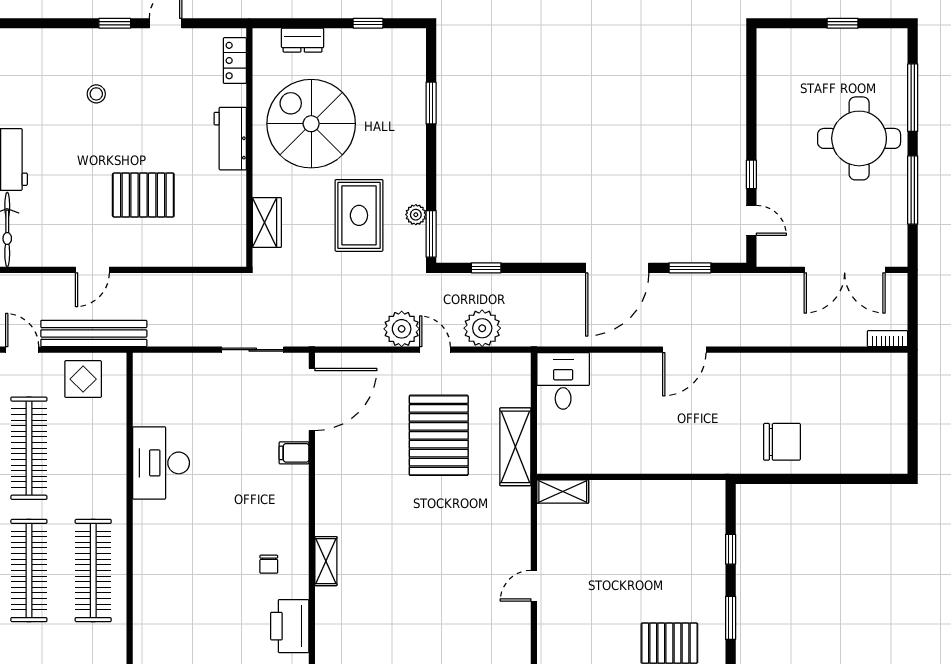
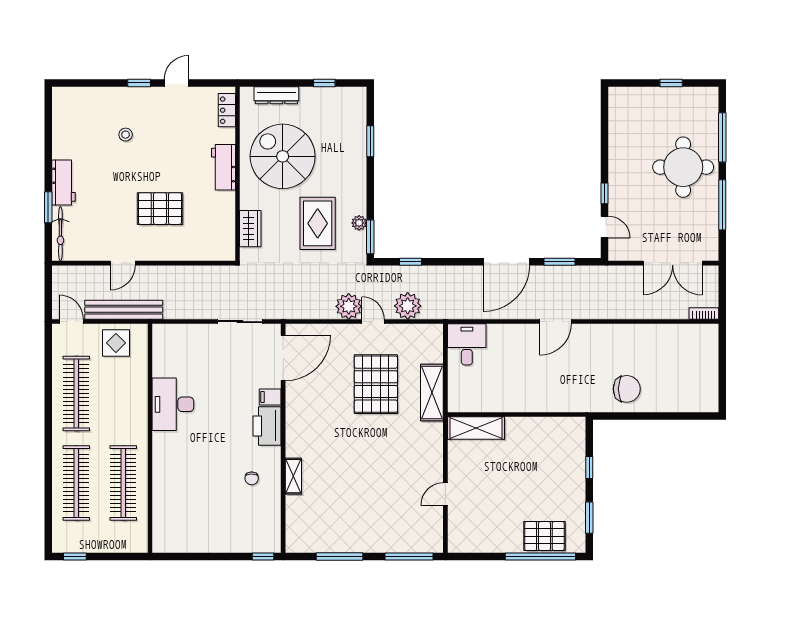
dresser: (303, 40) -> (276, 95), width x1.44
shelving: (563, 492) -> (476, 428), width x1.50, depth x1.33
printer: (290, 626) -> (267, 426), moved

